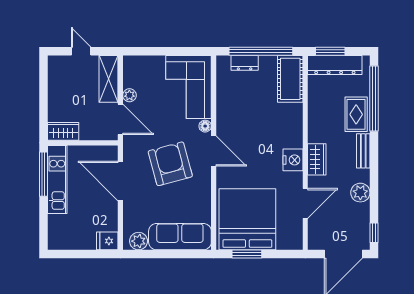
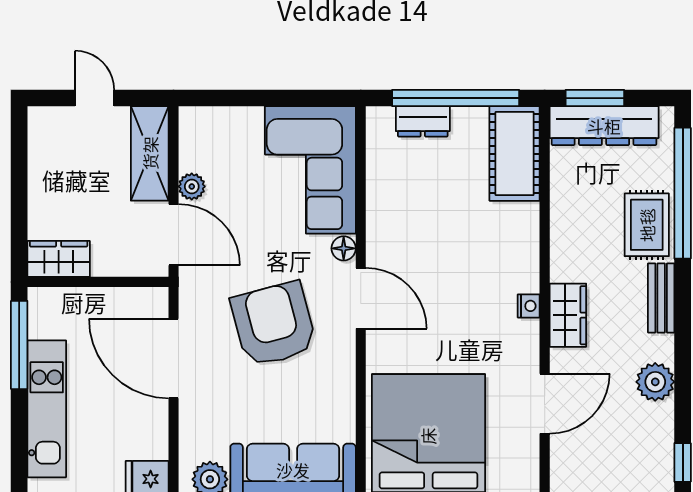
nightstand: (293, 160) -> (529, 306), width x0.53, depth x0.56
kitchen unit: (57, 179) -> (47, 409), moved

